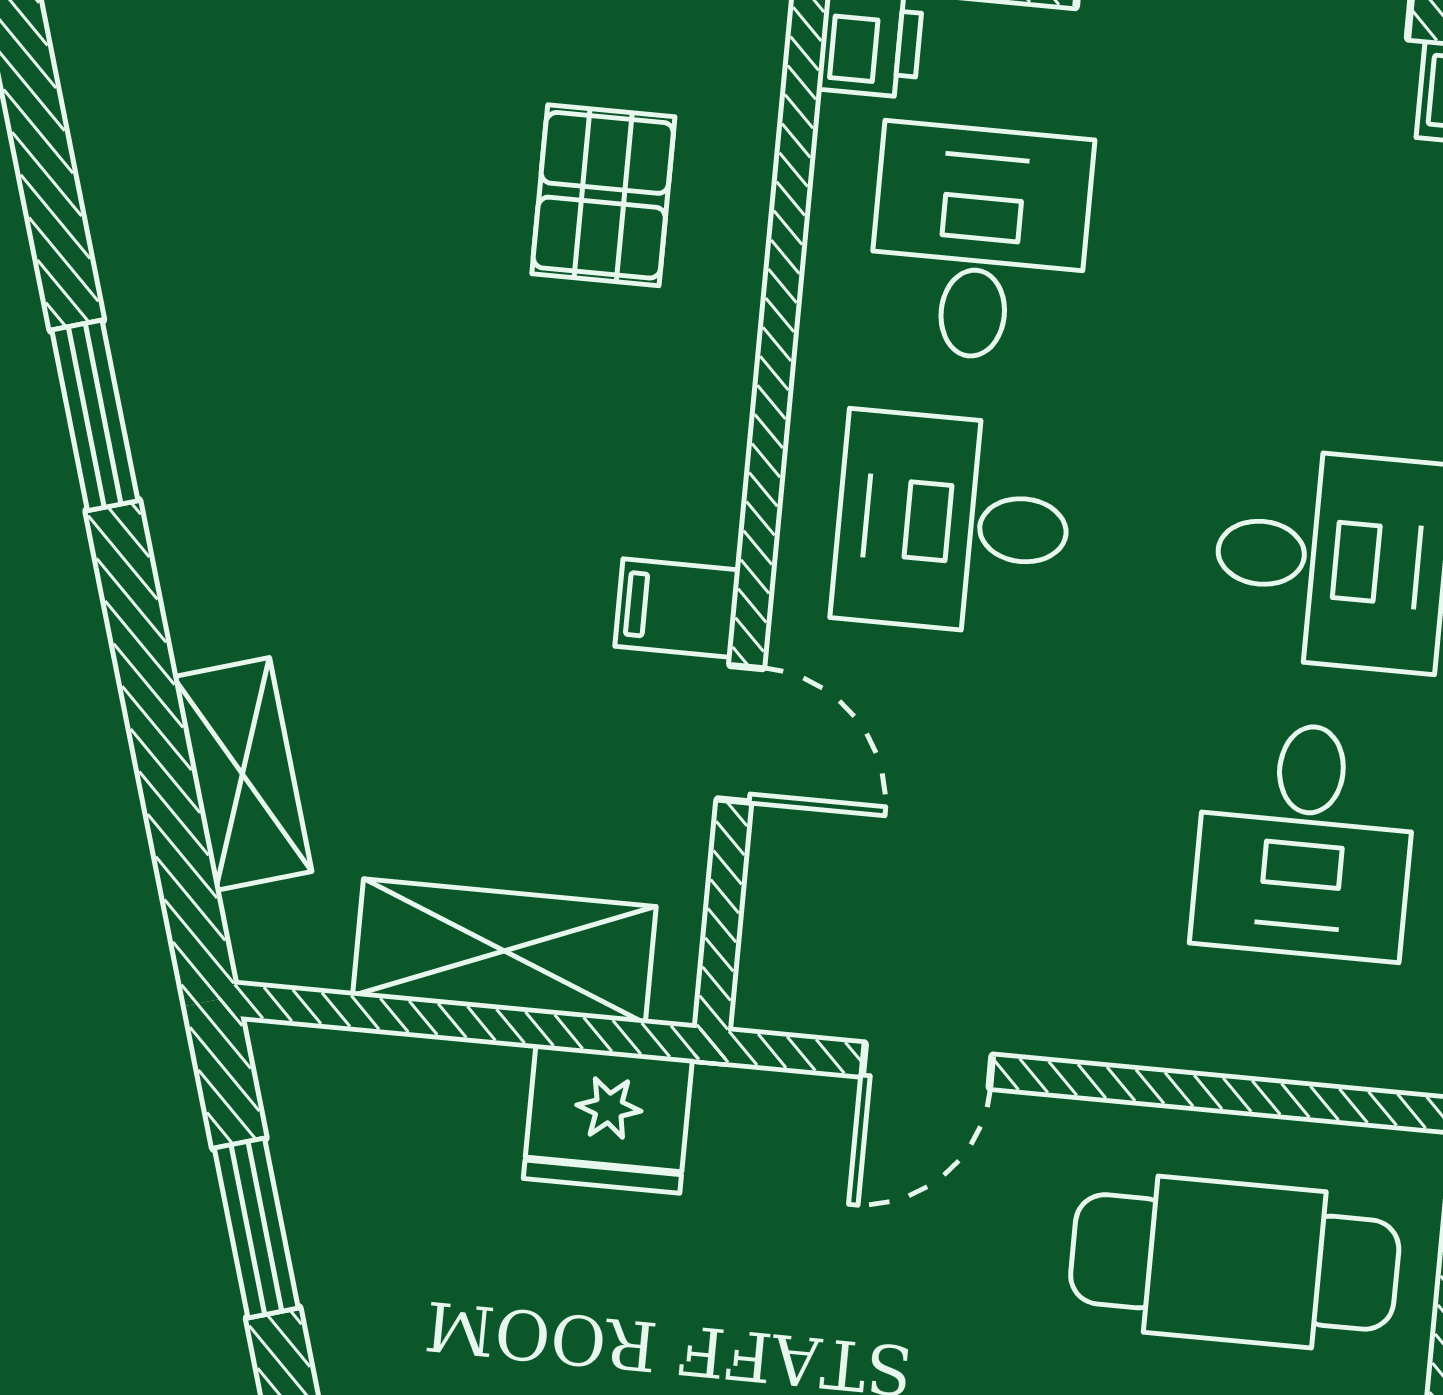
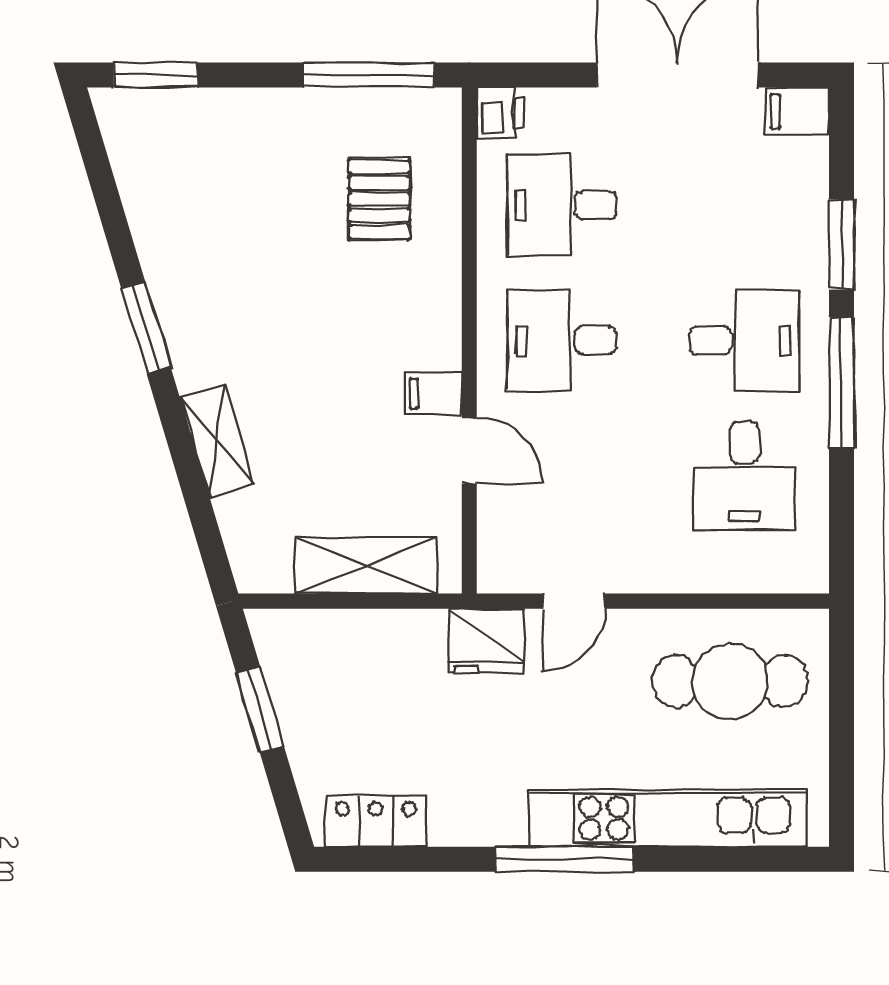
desk: (979, 243) -> (562, 205), turned -90
shelving: (242, 774) -> (217, 441), moved
fridge: (608, 1119) -> (486, 641), moved

